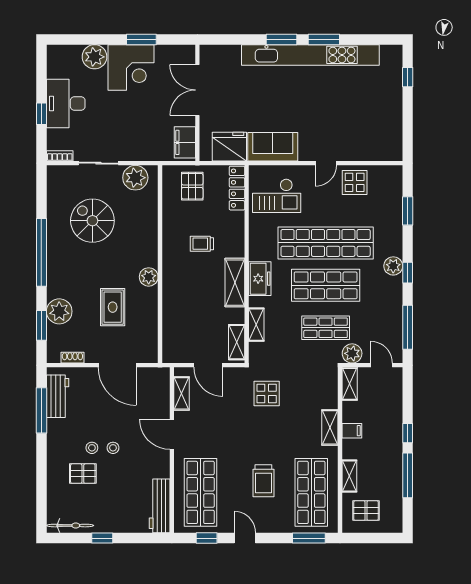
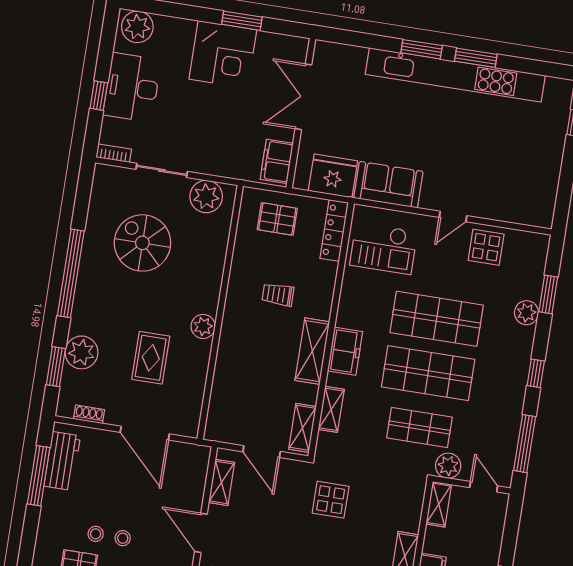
plant: (95, 57) -> (137, 27), moved
pallet: (192, 186) -> (277, 219), turned 90
shop shelf: (326, 243) -> (437, 319), width x0.71
plant: (393, 266) -> (526, 313), moved

